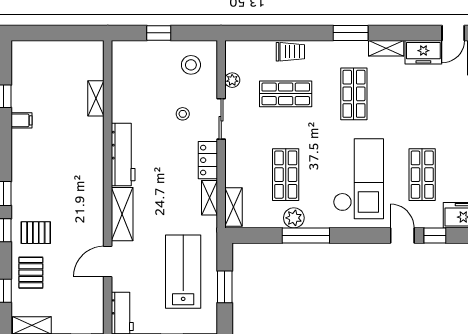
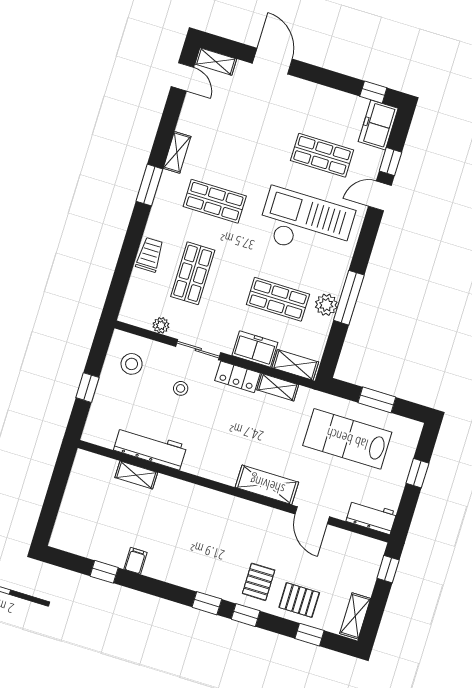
freezer: (423, 52) -> (255, 349), moved, turned -90
workbench: (123, 155) -> (150, 448), moved

